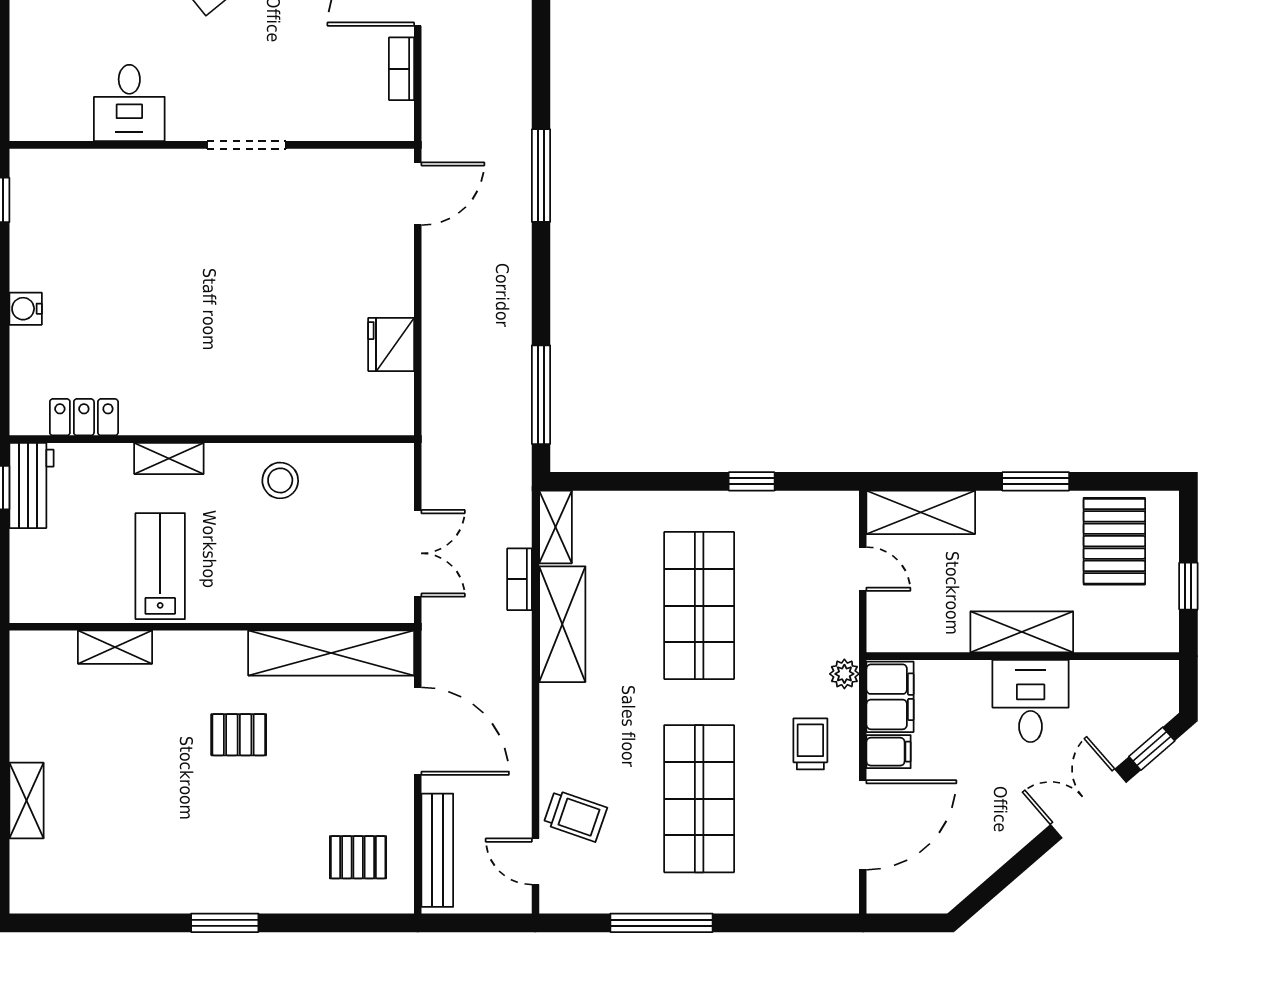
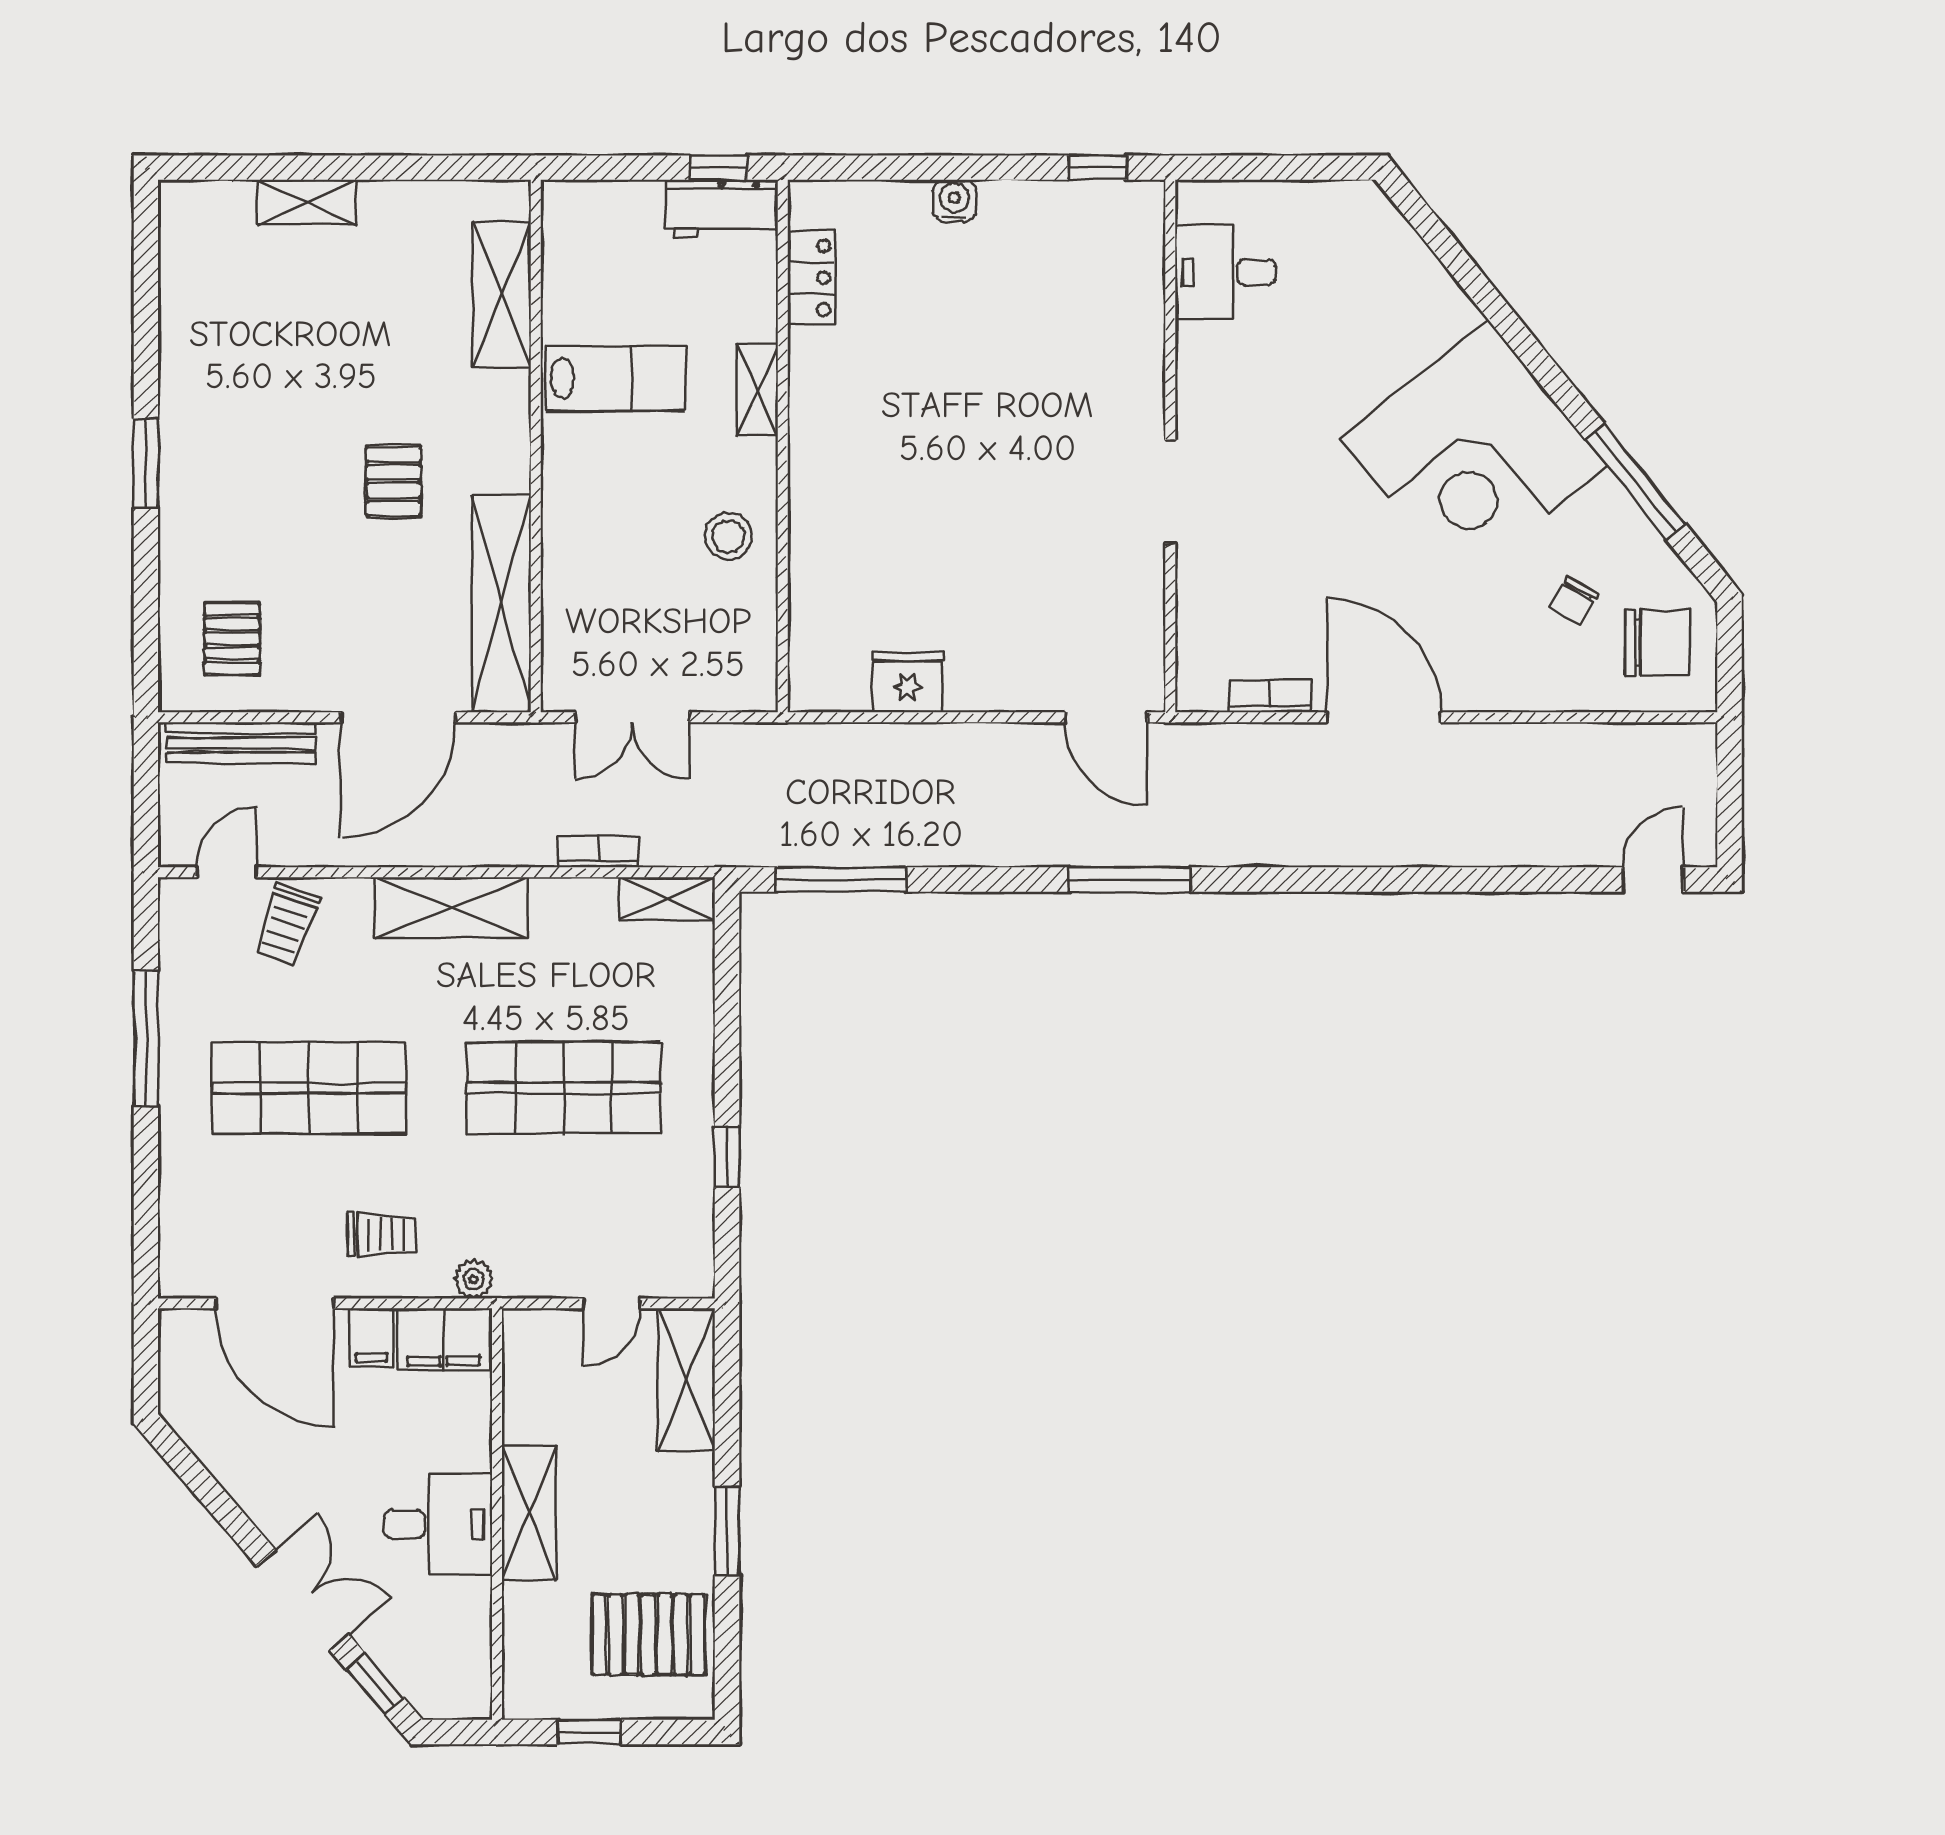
desk: (129, 103) -> (1225, 272), moved
shelving: (562, 624) -> (451, 908), moved
shelving: (115, 647) -> (502, 294), width x1.50, depth x1.33

